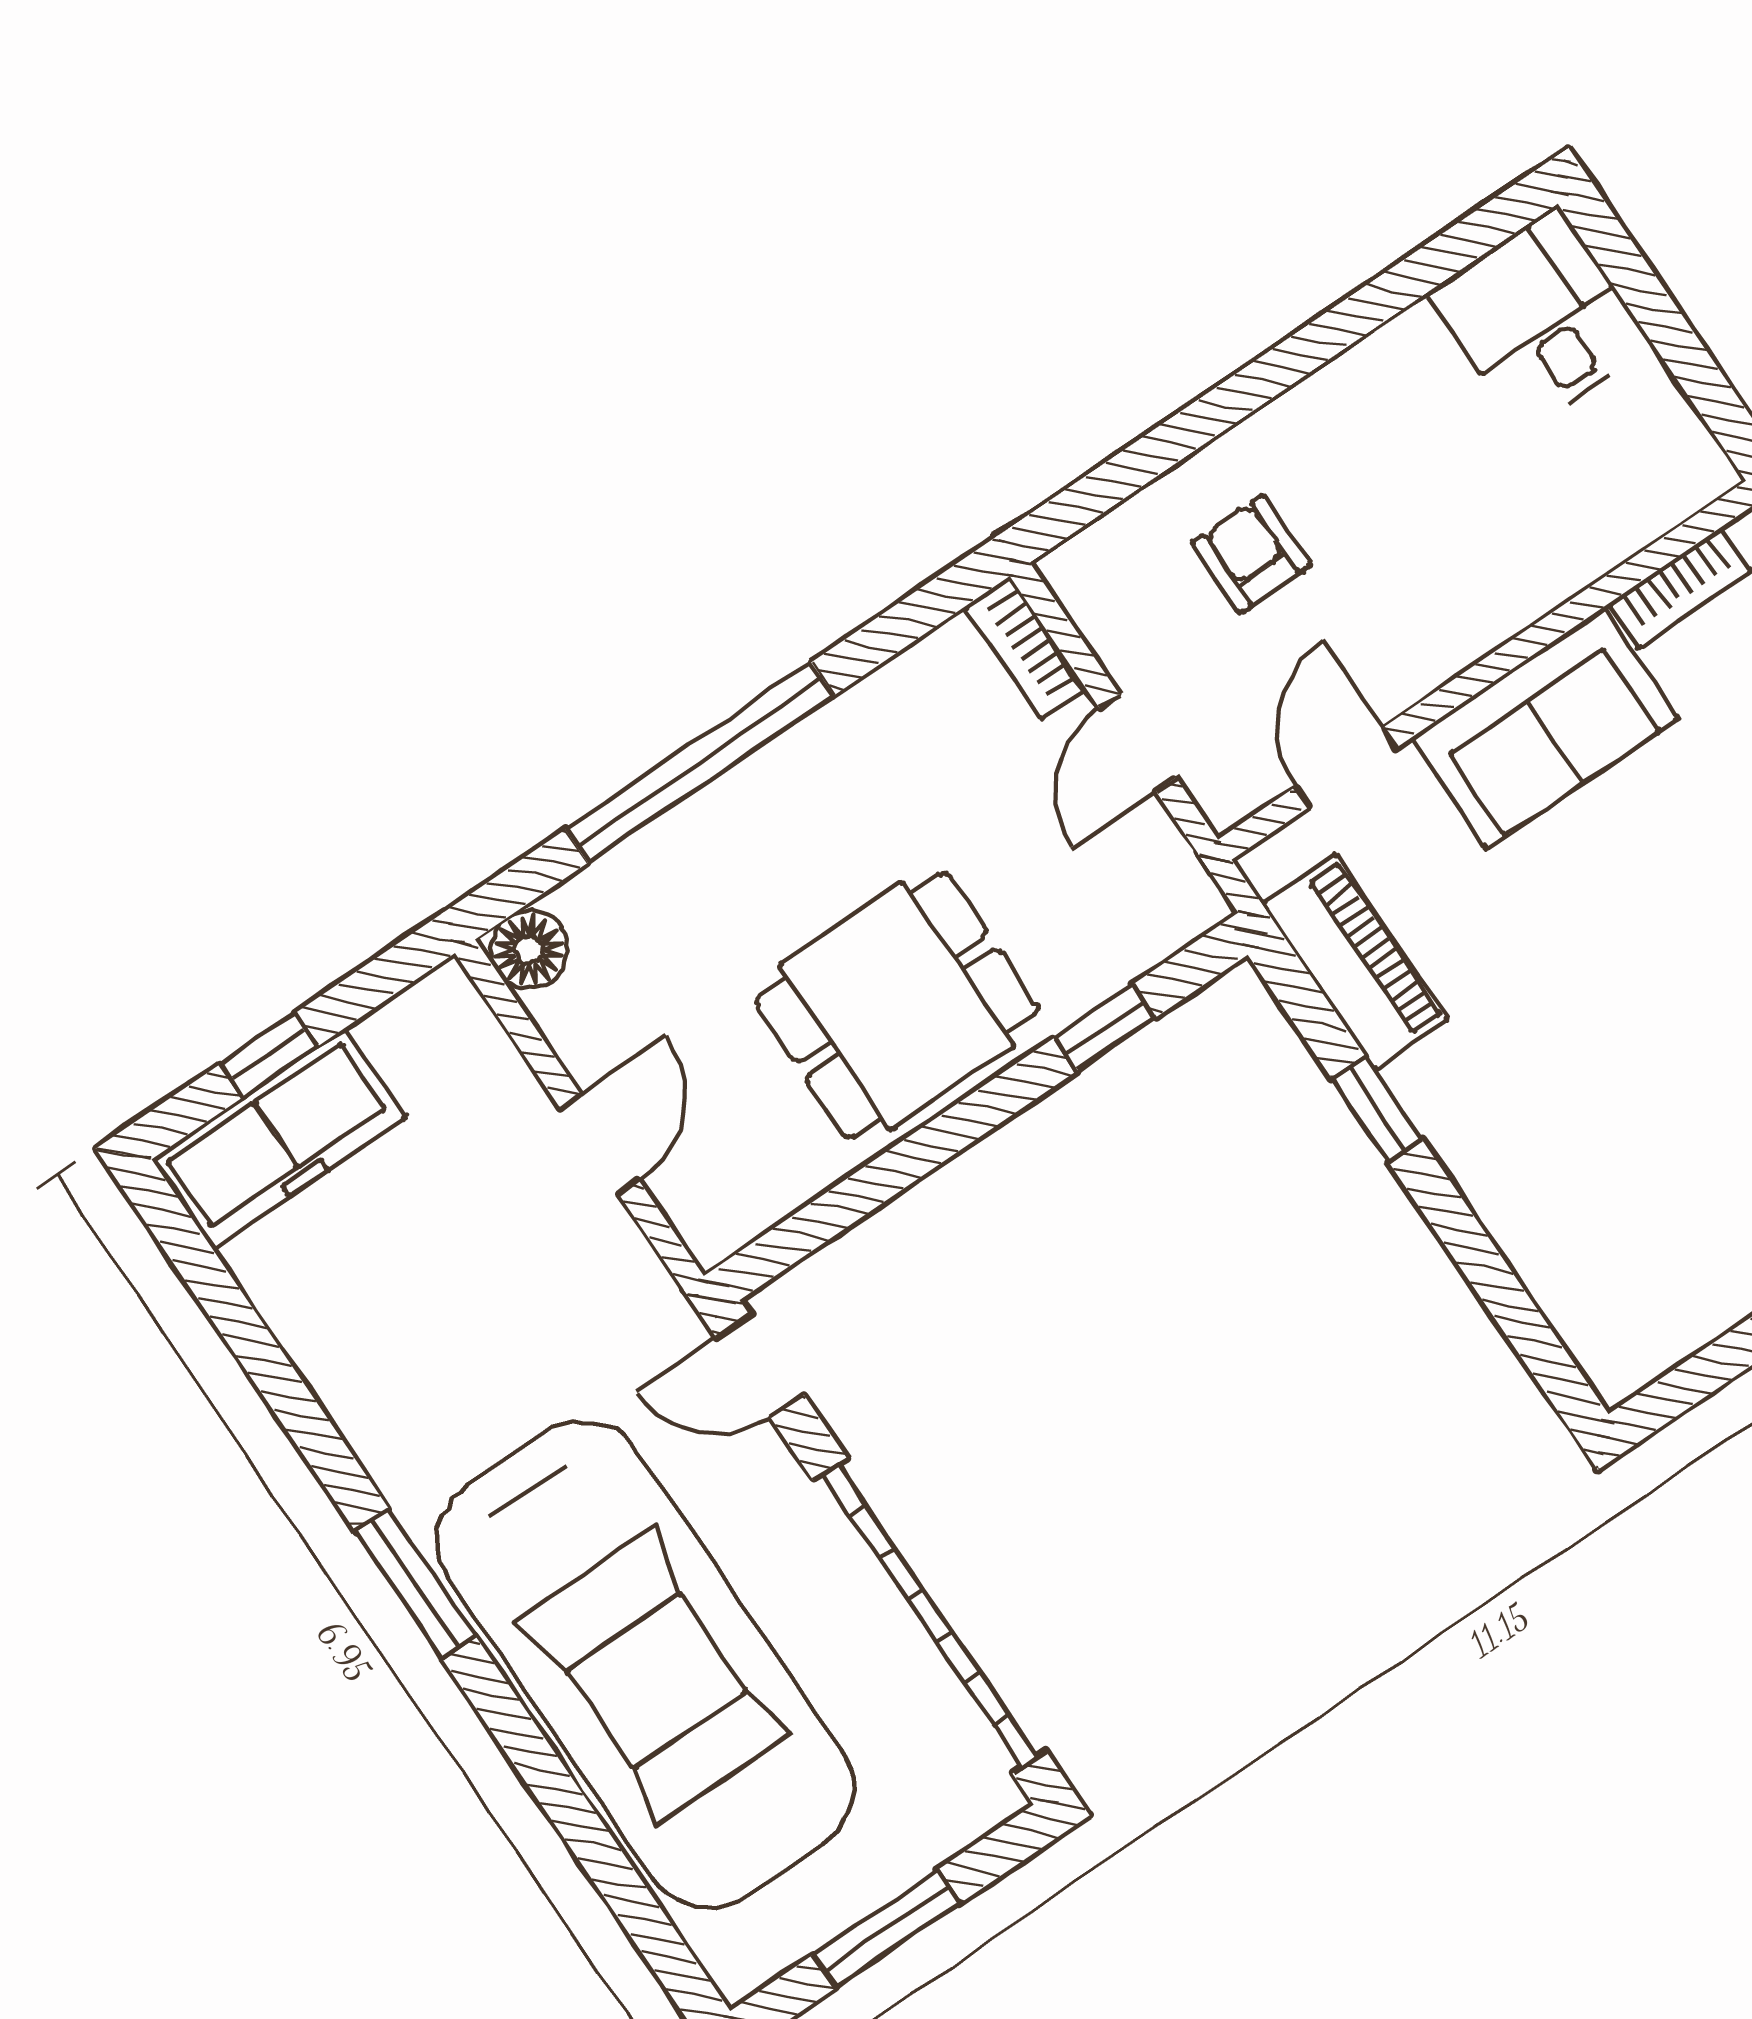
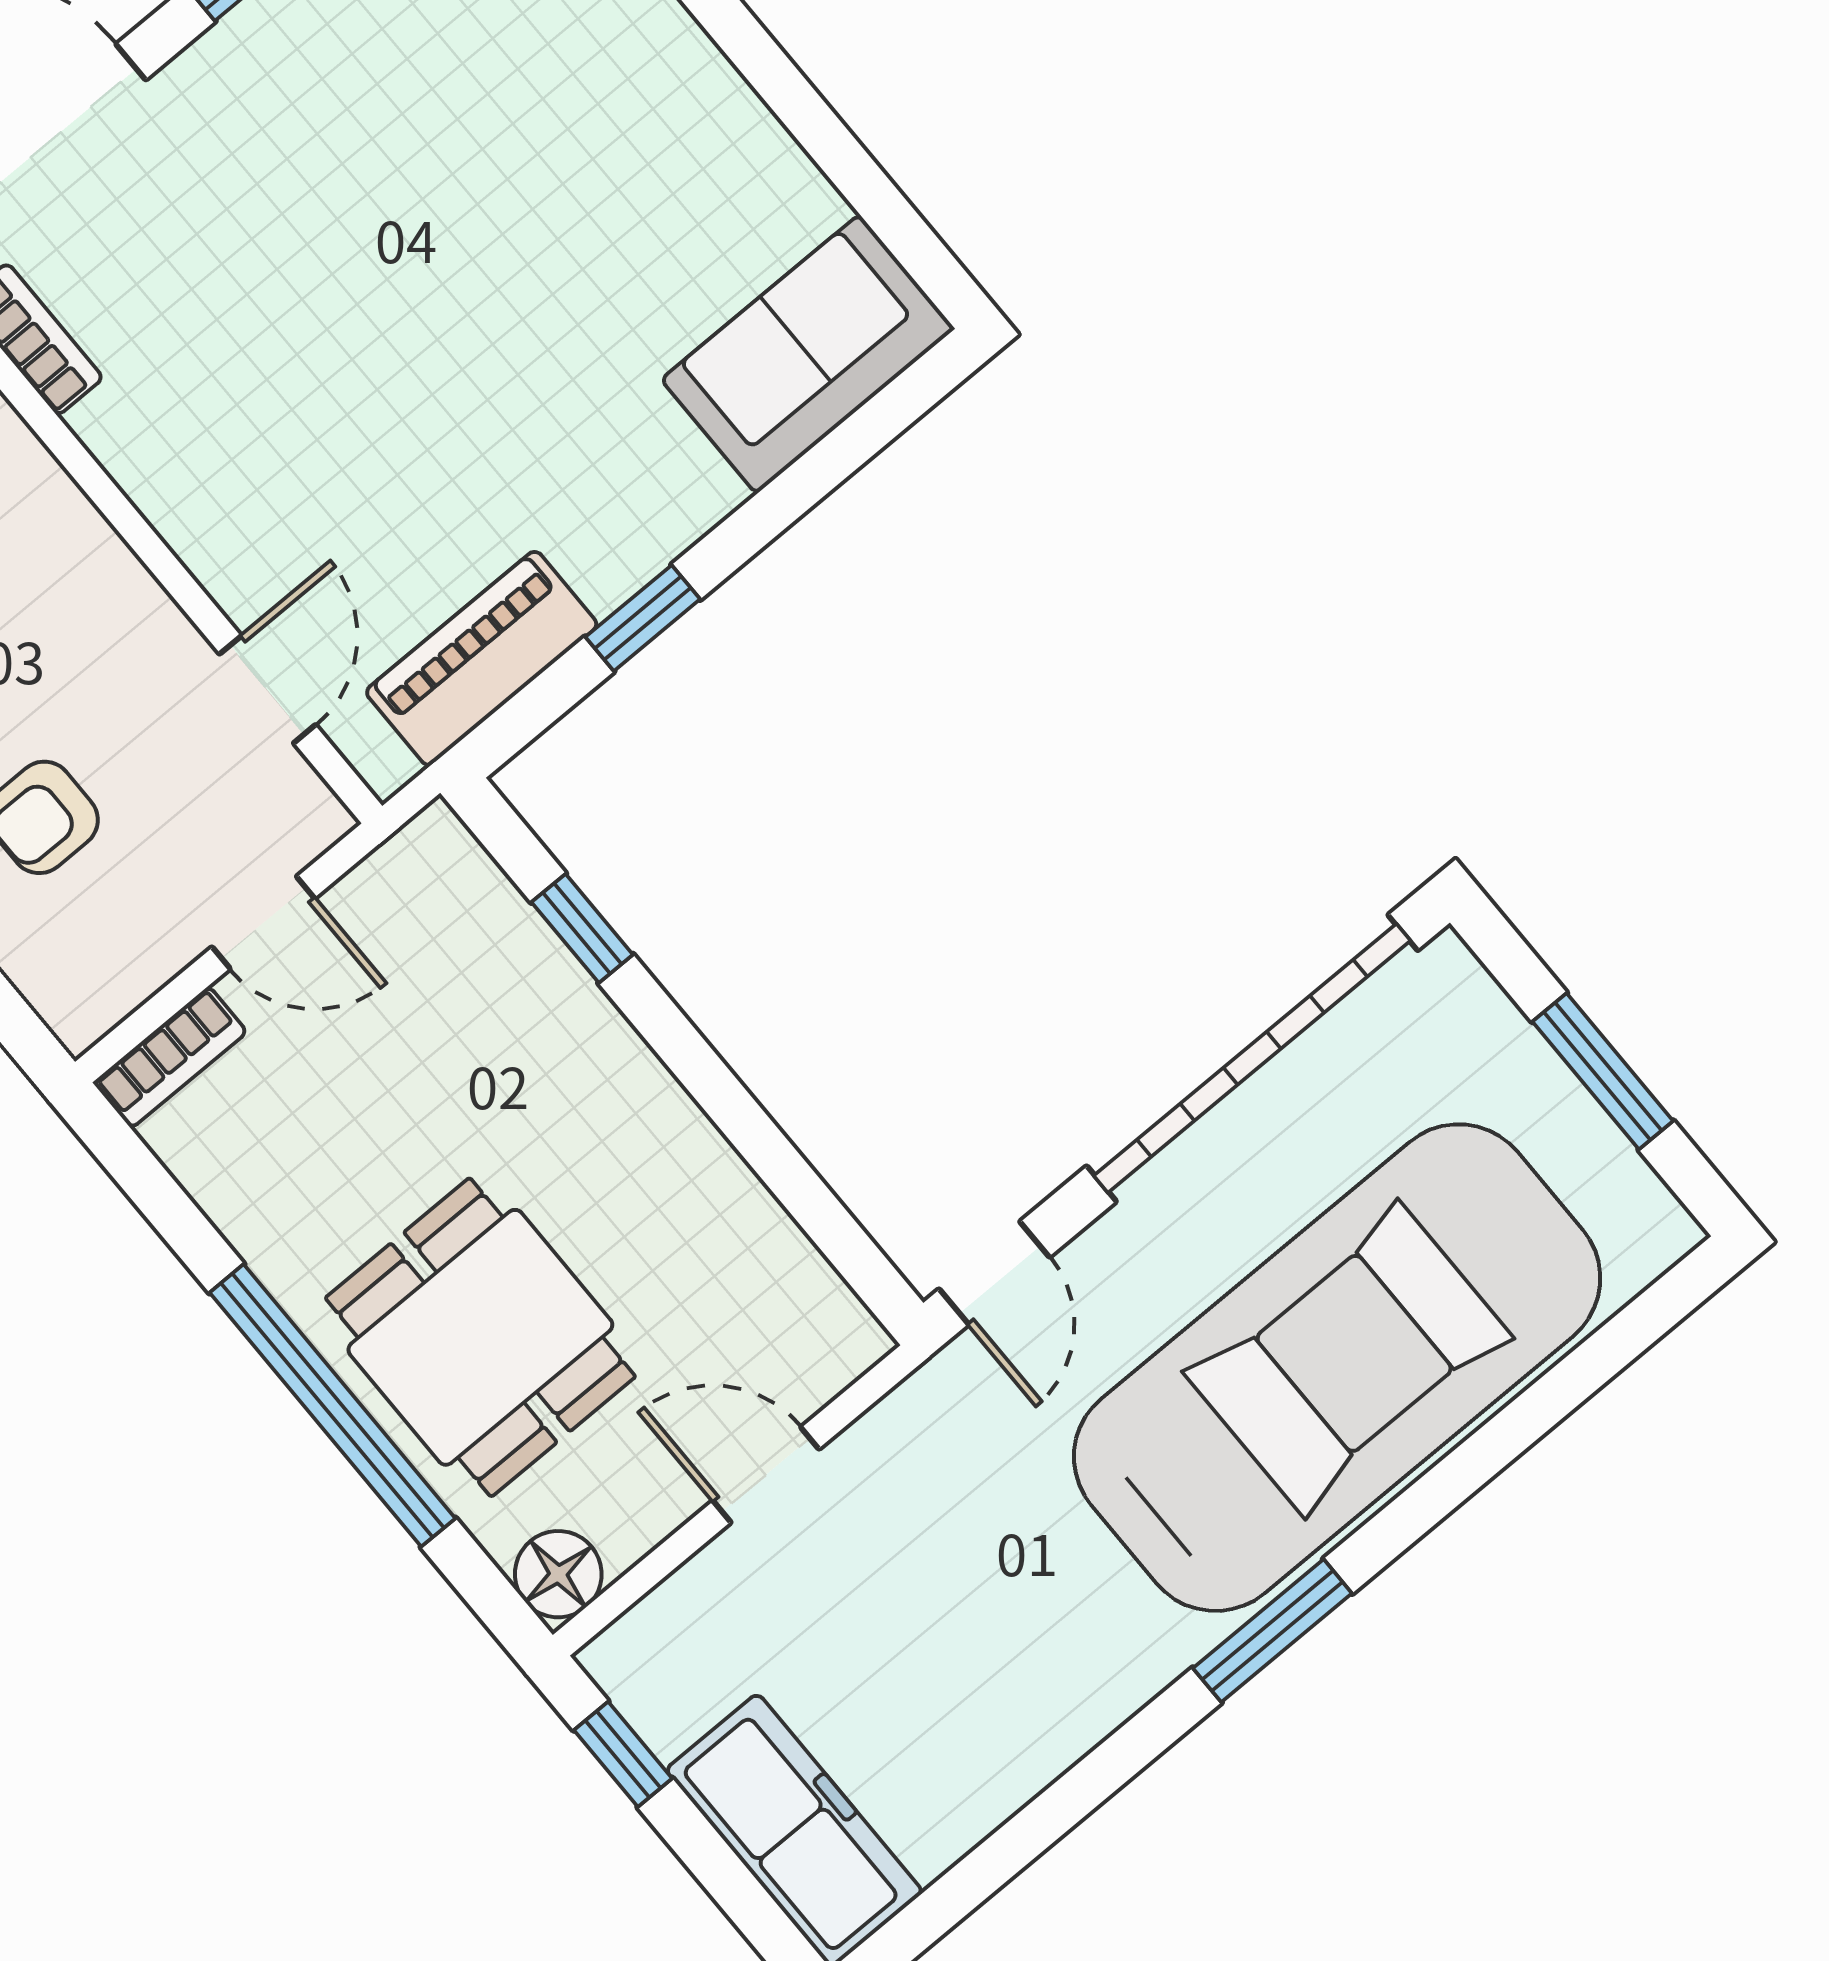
sofa: (1545, 728) -> (808, 354), moved, turned -90
door: (1346, 767) -> (267, 689), swing flipped
dining table: (897, 1006) -> (480, 1337), moved
window: (269, 1055) -> (623, 1754), moved

